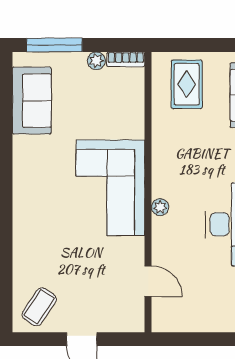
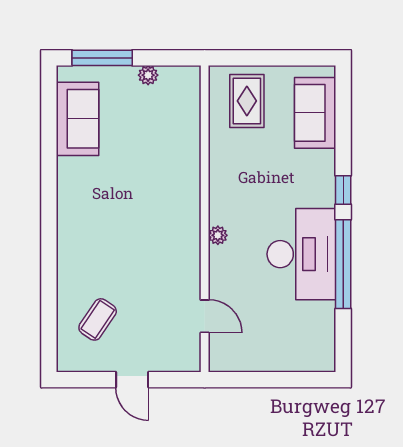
bookcase: (126, 59) -> (180, 74), removed
corner sofa: (110, 188) -> (163, 214), removed
coffee table: (39, 307) -> (98, 319), moved

